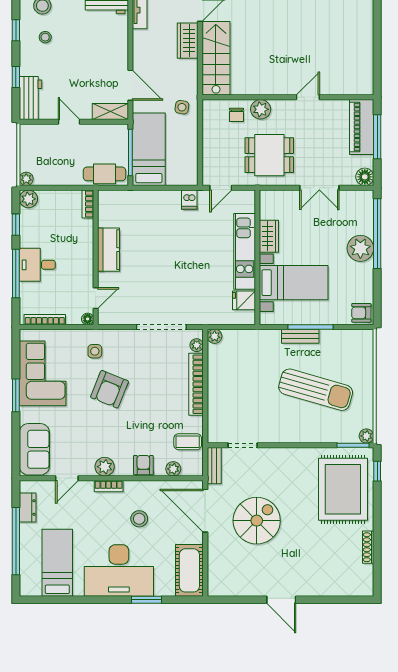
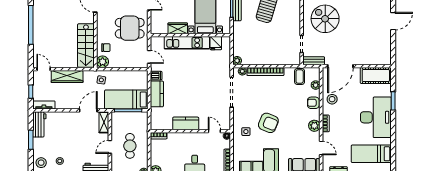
wardrobe: (188, 41) -> (67, 77), width x1.50
stairs: (216, 58) -> (86, 46), moved, turned -90
plant: (261, 109) -> (103, 62), moved
dining table: (269, 155) -> (130, 28), turned 90
cafe table: (104, 174) -> (130, 146), moved
kitchen counter: (158, 201) -> (157, 94), added
stool: (139, 519) -> (332, 99), moved
spiral stairs: (257, 521) -> (325, 19), moved

